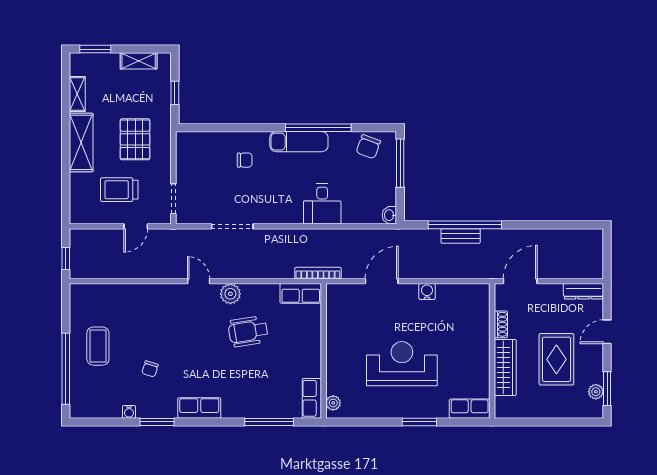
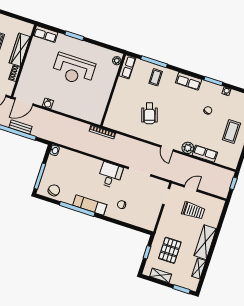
pallet: (135, 139) -> (170, 250), moved
desk: (322, 204) -> (110, 175), moved
door: (382, 281) -> (24, 102), moved
row of seats: (301, 293) -> (205, 154), moved
plant: (230, 294) -> (188, 148), moved
wheelchair: (248, 331) -> (149, 113), turned 81
coffee table: (258, 396) -> (156, 77), added

